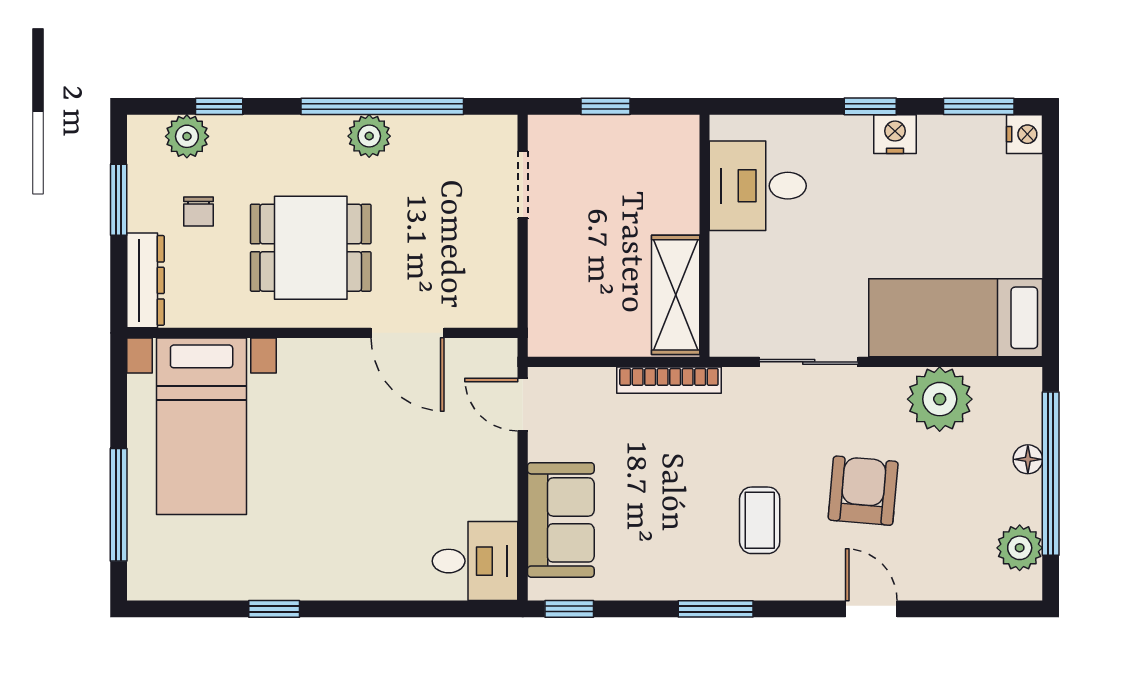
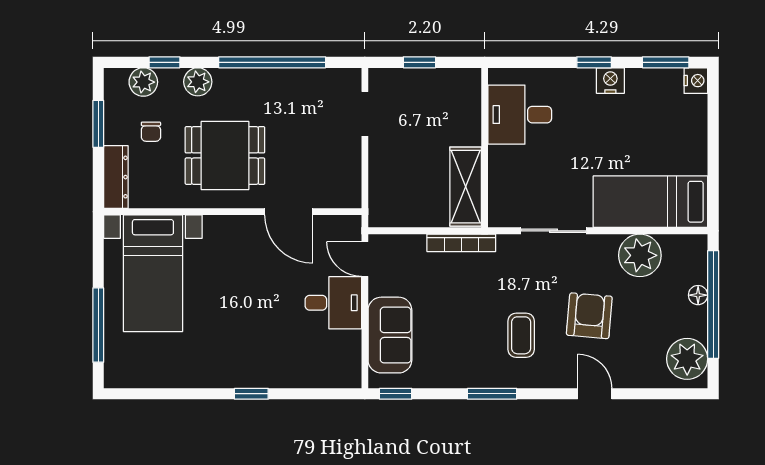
plant: (369, 136) -> (198, 82), moved
plant: (1020, 548) -> (687, 359), width x1.36, depth x1.36
desk: (475, 561) -> (333, 303), moved
window: (274, 609) -> (251, 394), moved

